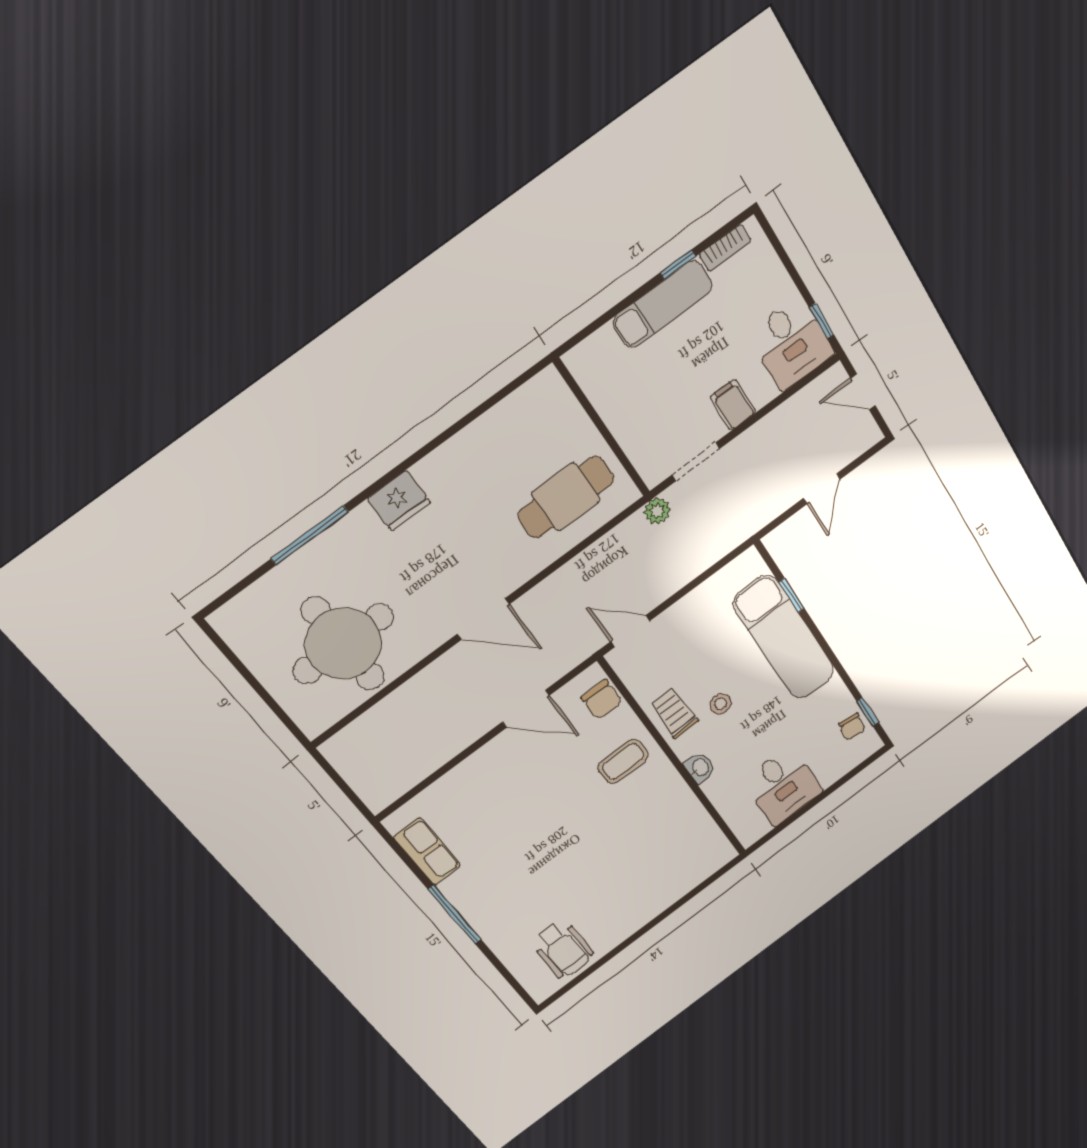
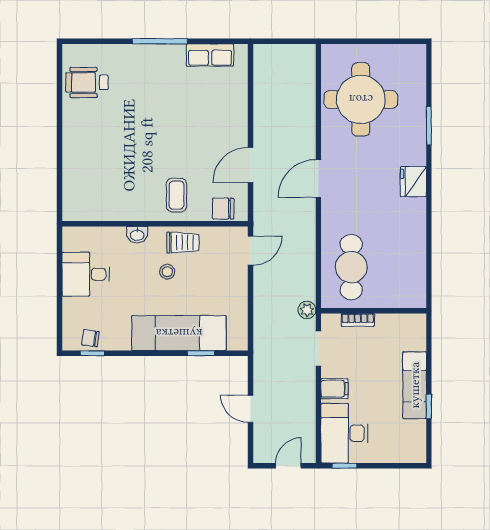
bookcase: (725, 248) -> (358, 320), moved, turned -90
desk: (791, 343) -> (344, 433), width x1.37
window: (310, 535) -> (429, 126), width x0.69

